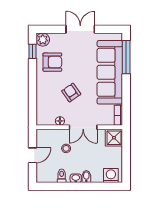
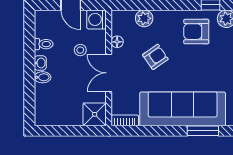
window: (126, 57) -> (203, 131), width x0.69
armchair: (52, 62) -> (196, 32), turned 90
plant: (42, 101) -> (144, 18), added
washing machine: (111, 175) -> (97, 19), moved, turned 180

